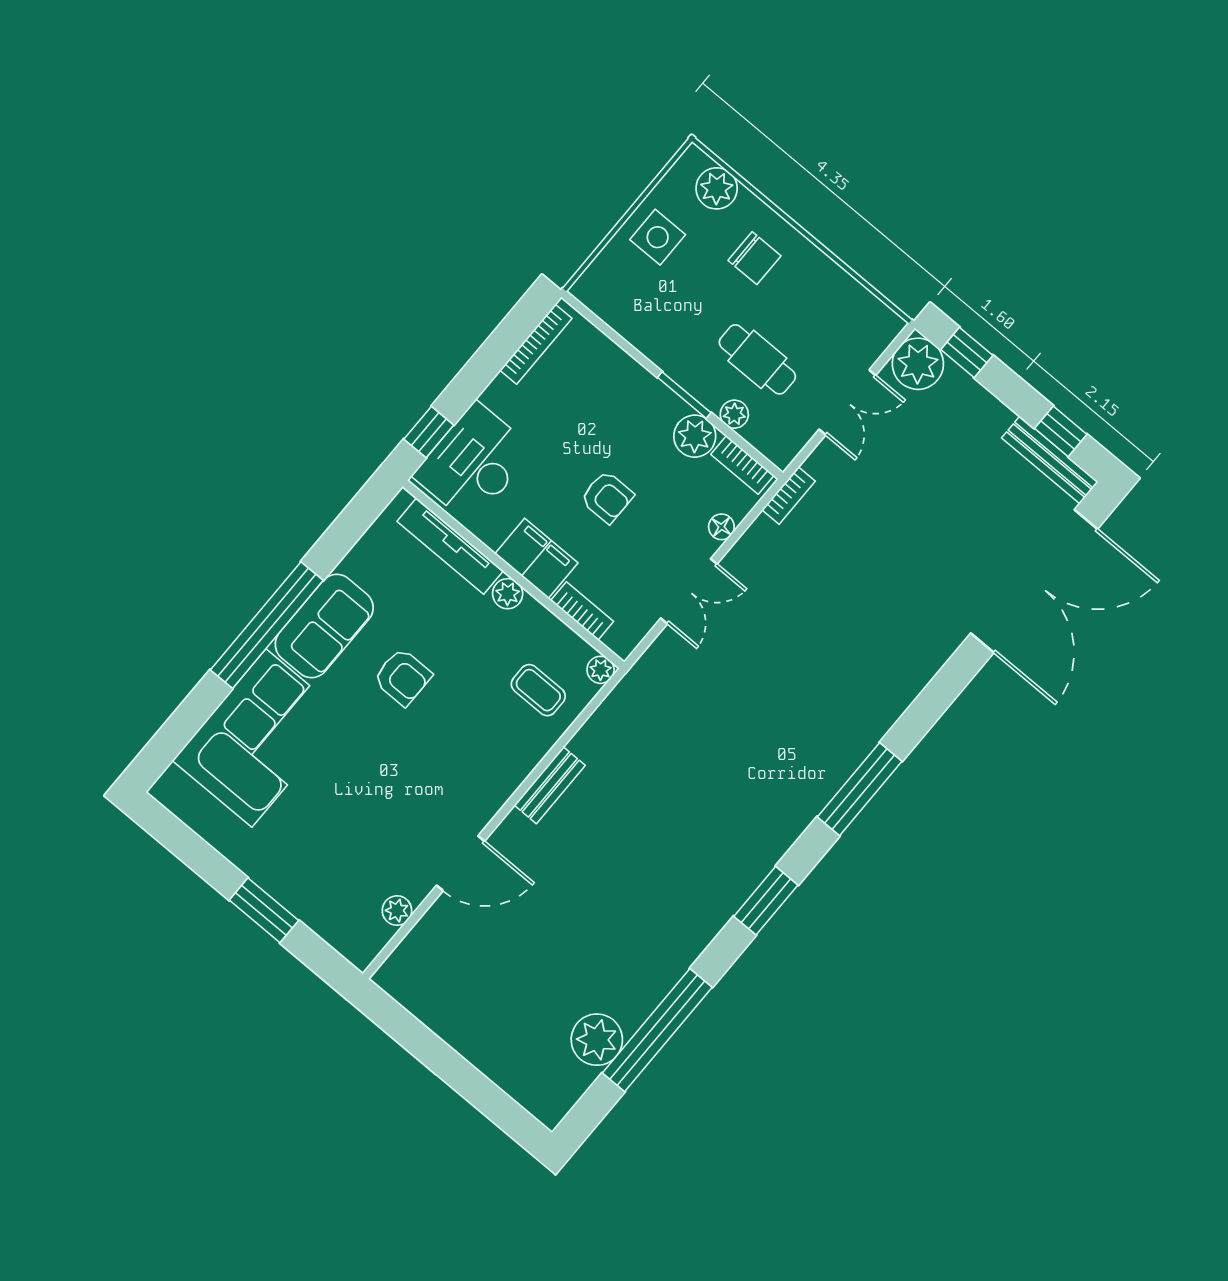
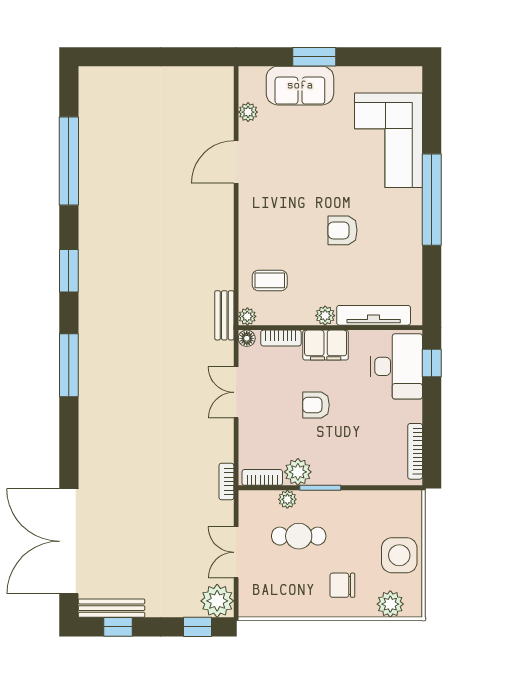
side table: (658, 237) -> (399, 555), width x1.37, depth x1.37
floor lamp: (721, 527) -> (247, 338), moved
sofa: (324, 626) -> (300, 86), moved, turned -90
bench: (550, 785) -> (224, 315), moved
plant: (597, 1040) -> (95, 131), removed

